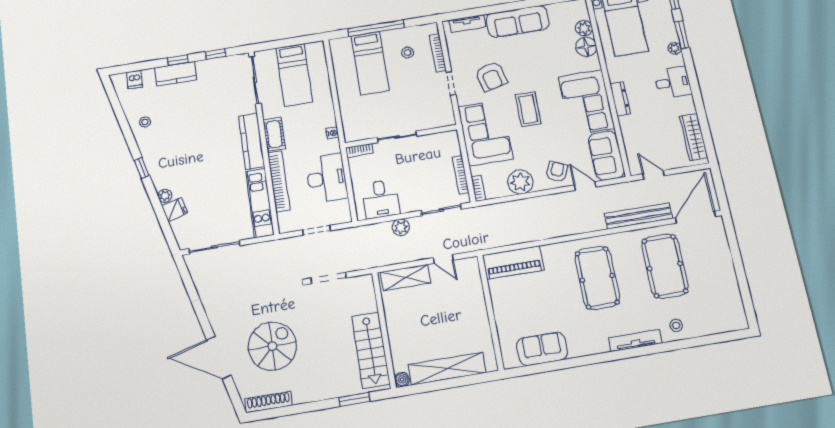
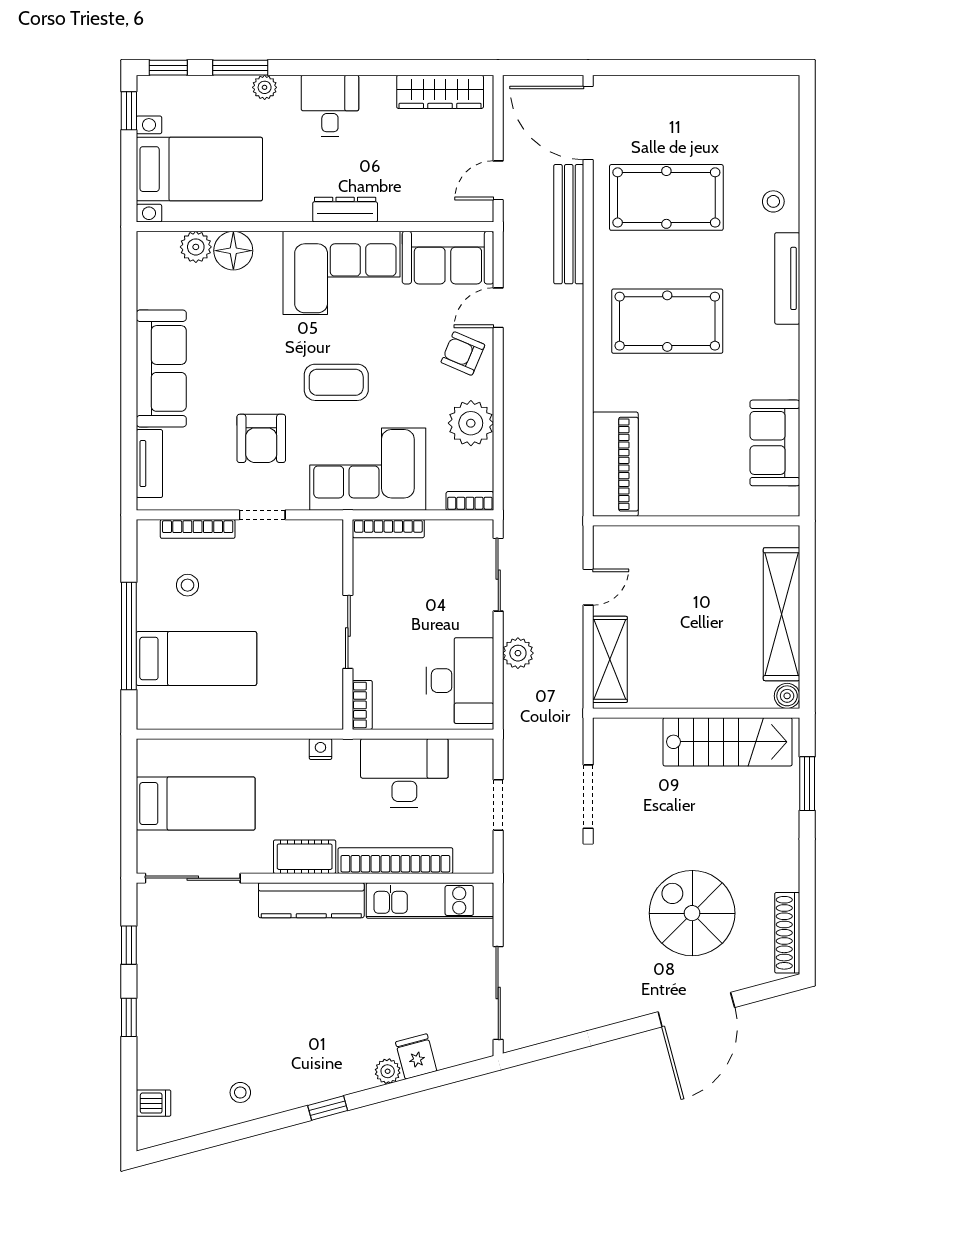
kitchen counter: (176, 74) -> (155, 1024), removed
armchair: (491, 76) -> (261, 438), turned 104
bookcase: (461, 175) -> (388, 529), moved
desk: (381, 199) -> (460, 681), width x1.37

